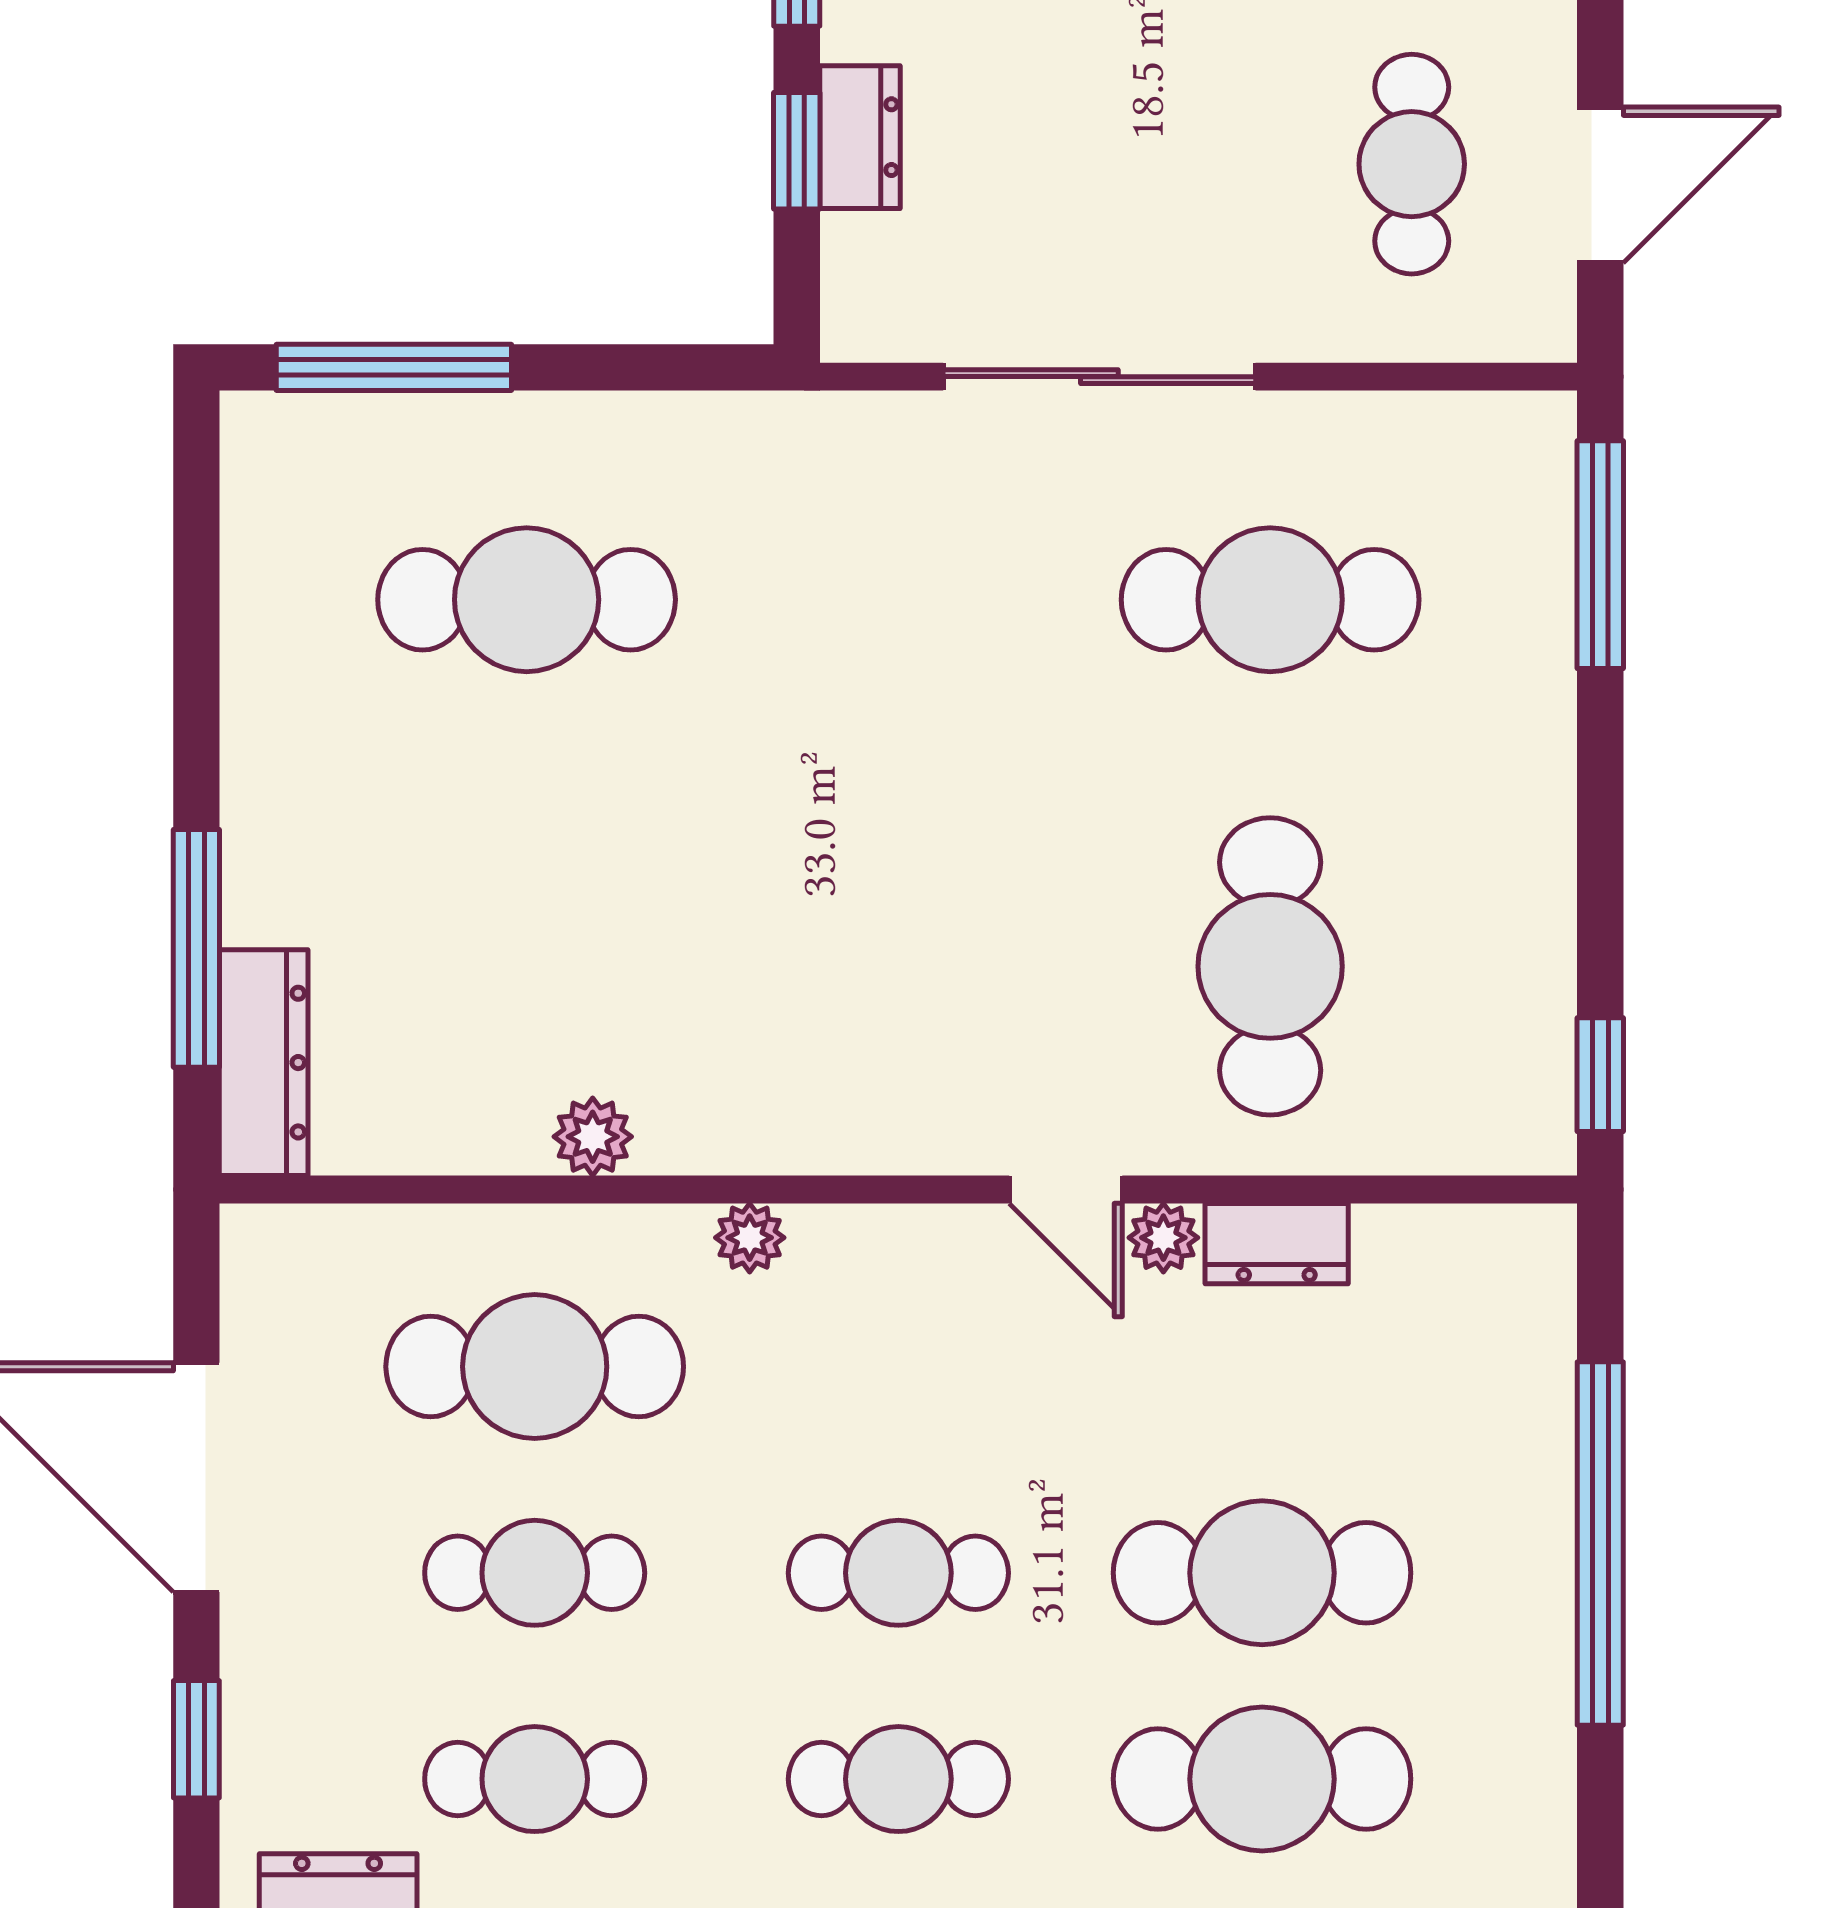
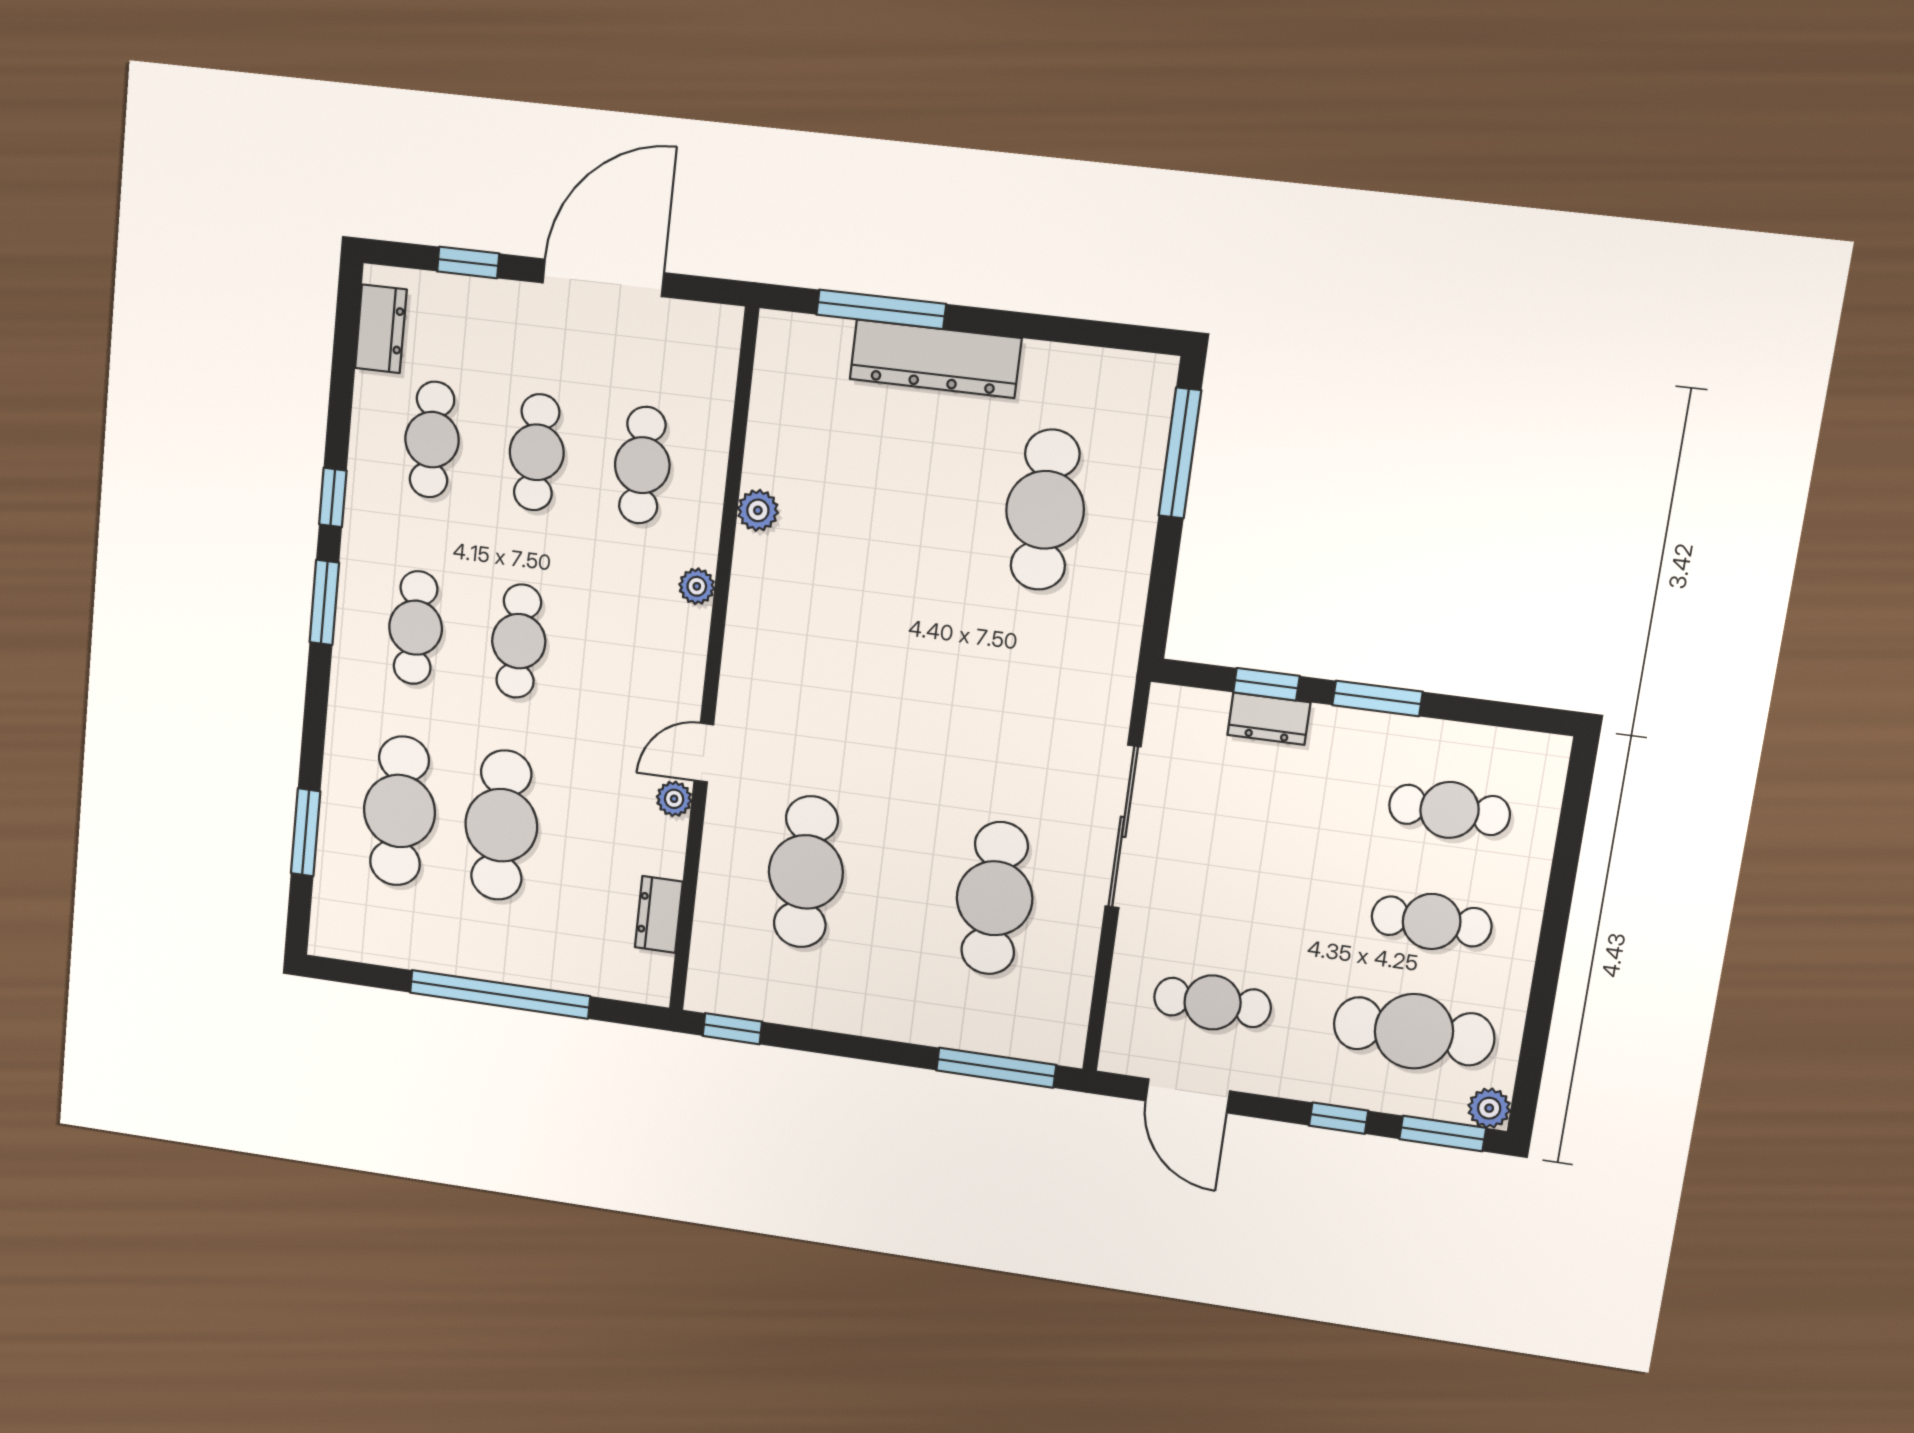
cafe table: (1270, 966) -> (806, 872), turned 90
dresser: (264, 1063) -> (935, 359), moved, width x1.37, depth x1.24
dresser: (1277, 1244) -> (659, 915), moved
cafe table: (535, 1367) -> (642, 465), width x0.73, depth x0.74

